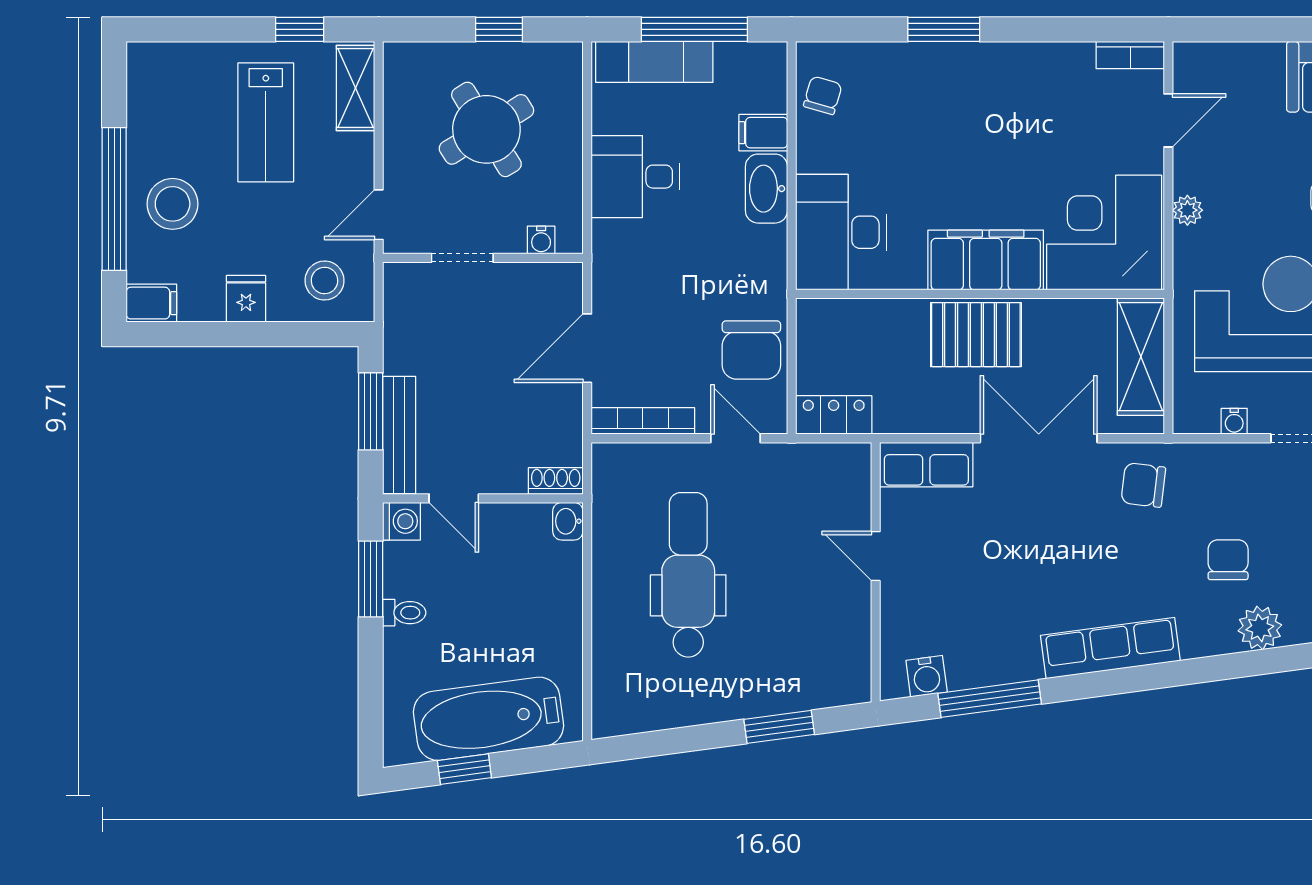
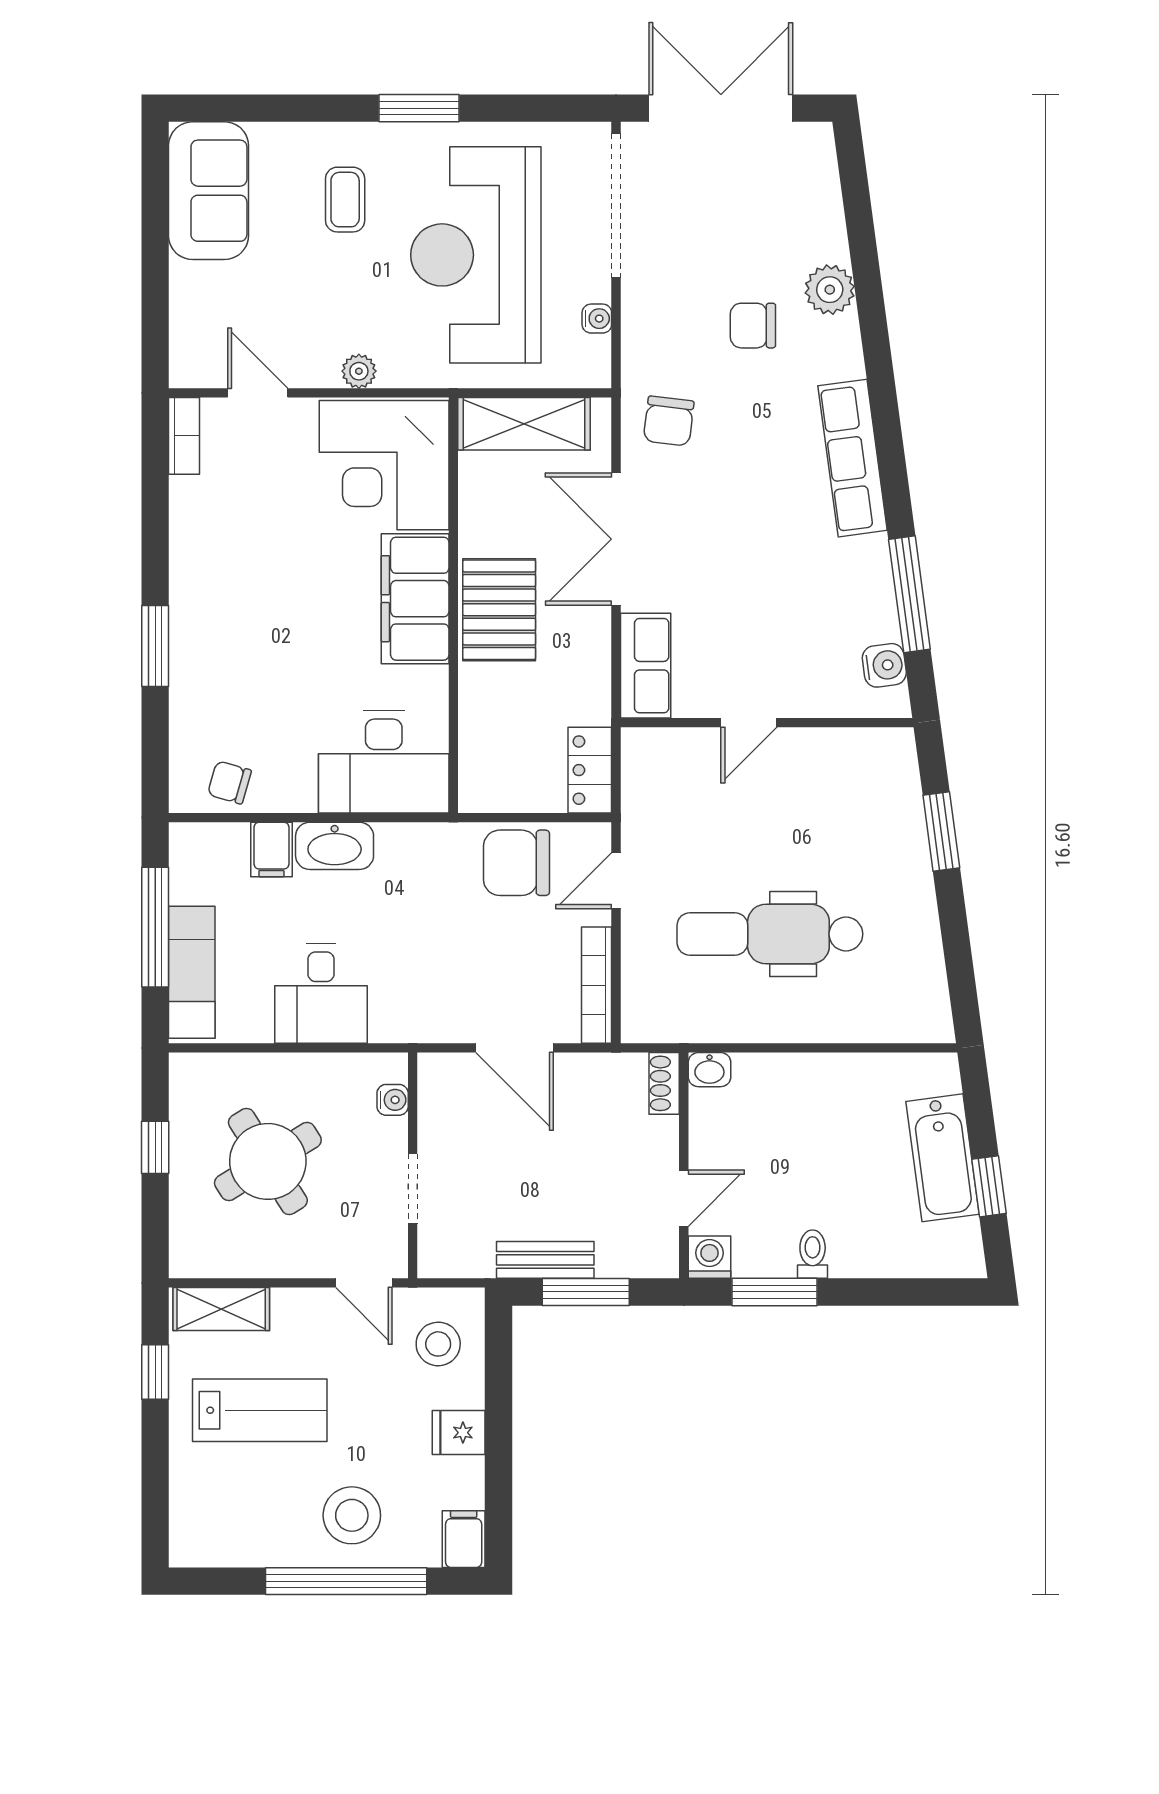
chair: (751, 350) -> (517, 863), turned 180
bench: (399, 435) -> (545, 1260), moved, width x0.73
bathtub: (488, 719) -> (943, 1158), width x0.73, depth x0.73

